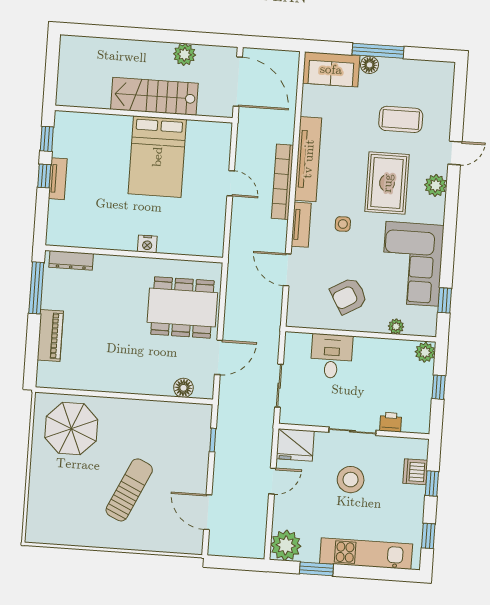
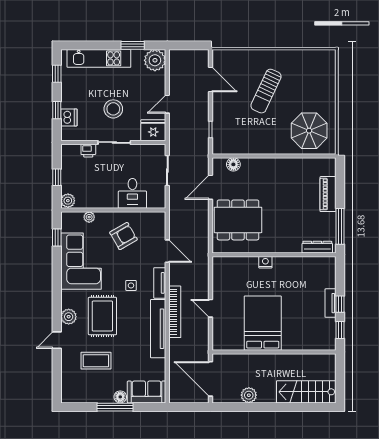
stairs: (154, 96) -> (306, 392), moved, turned 180

